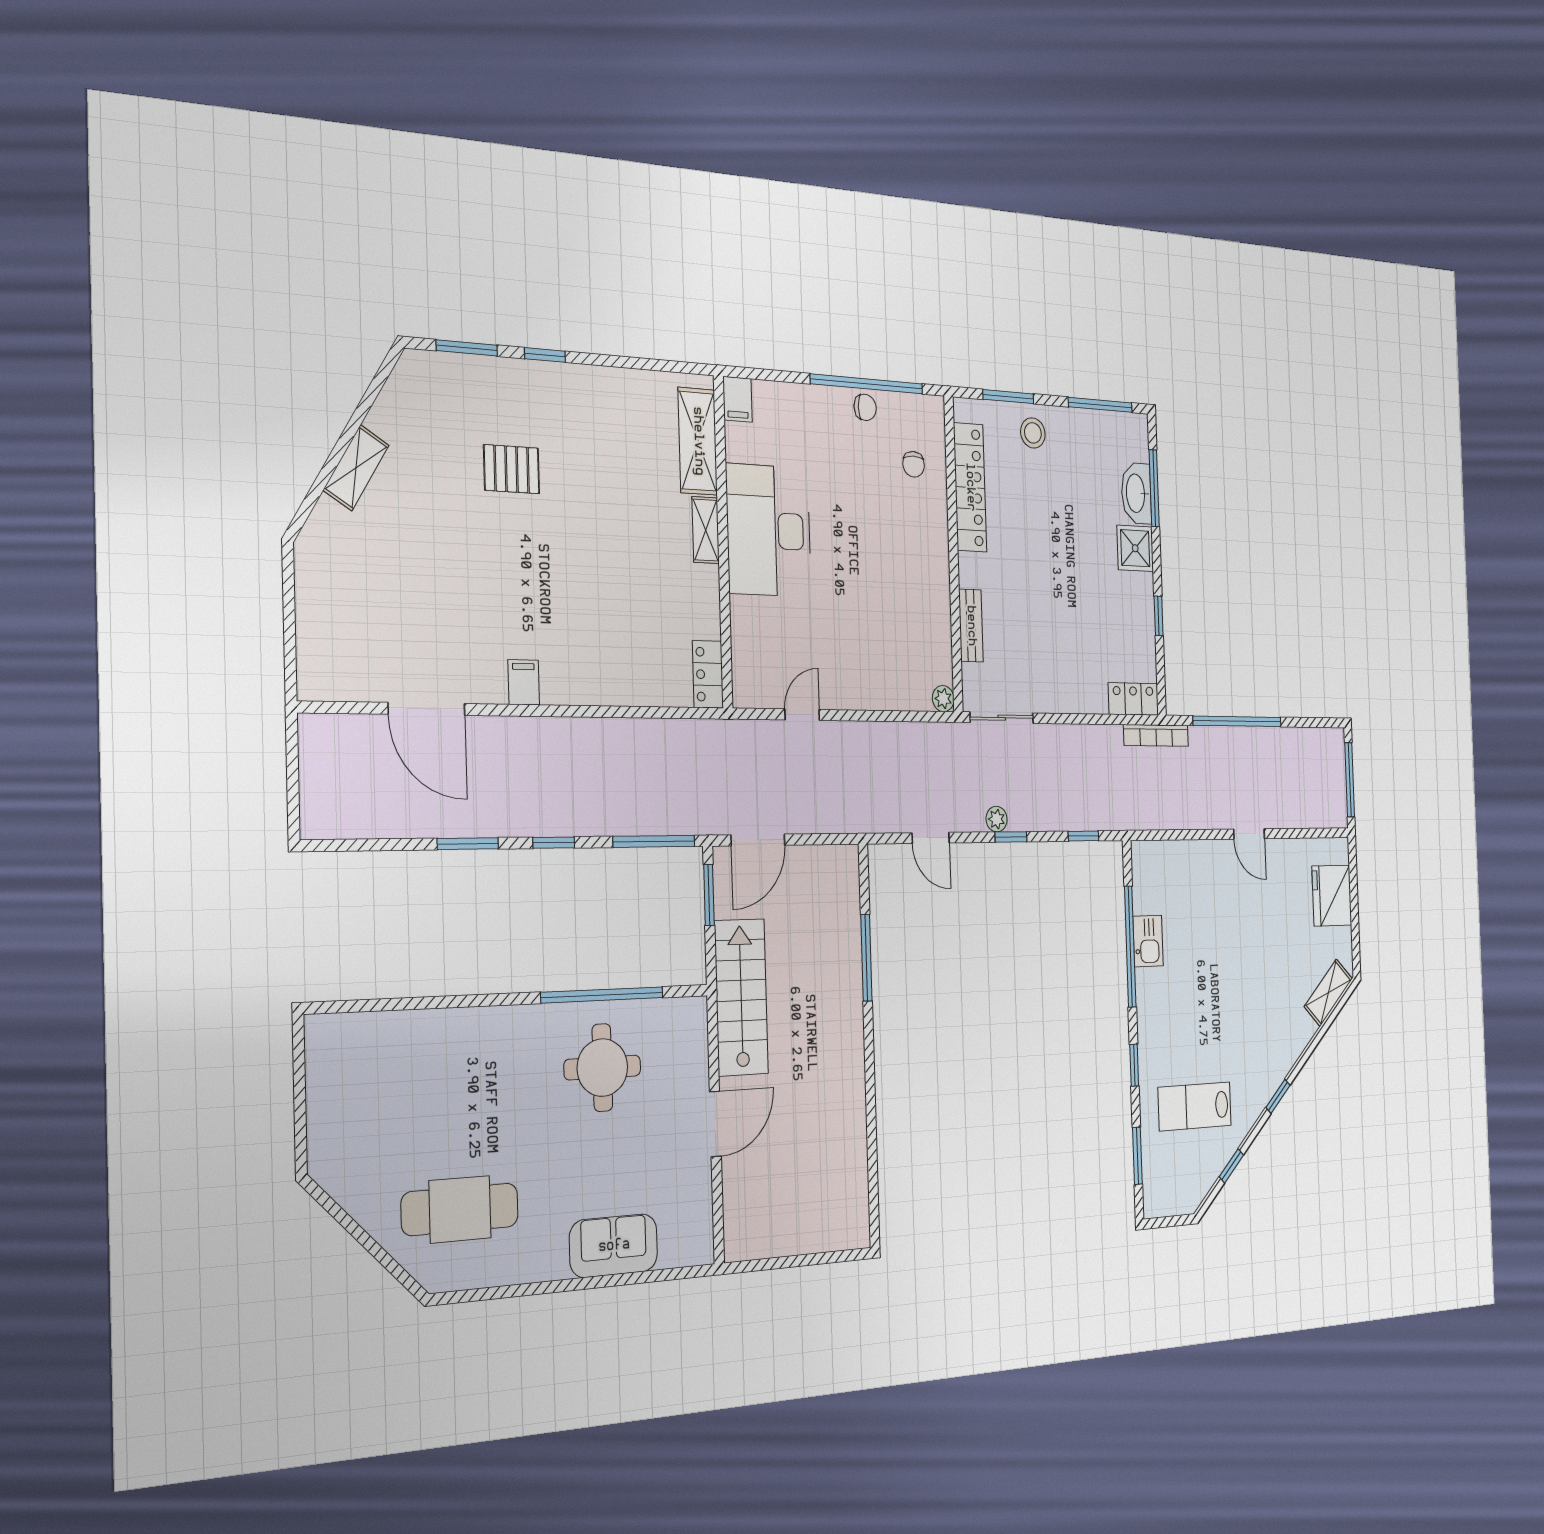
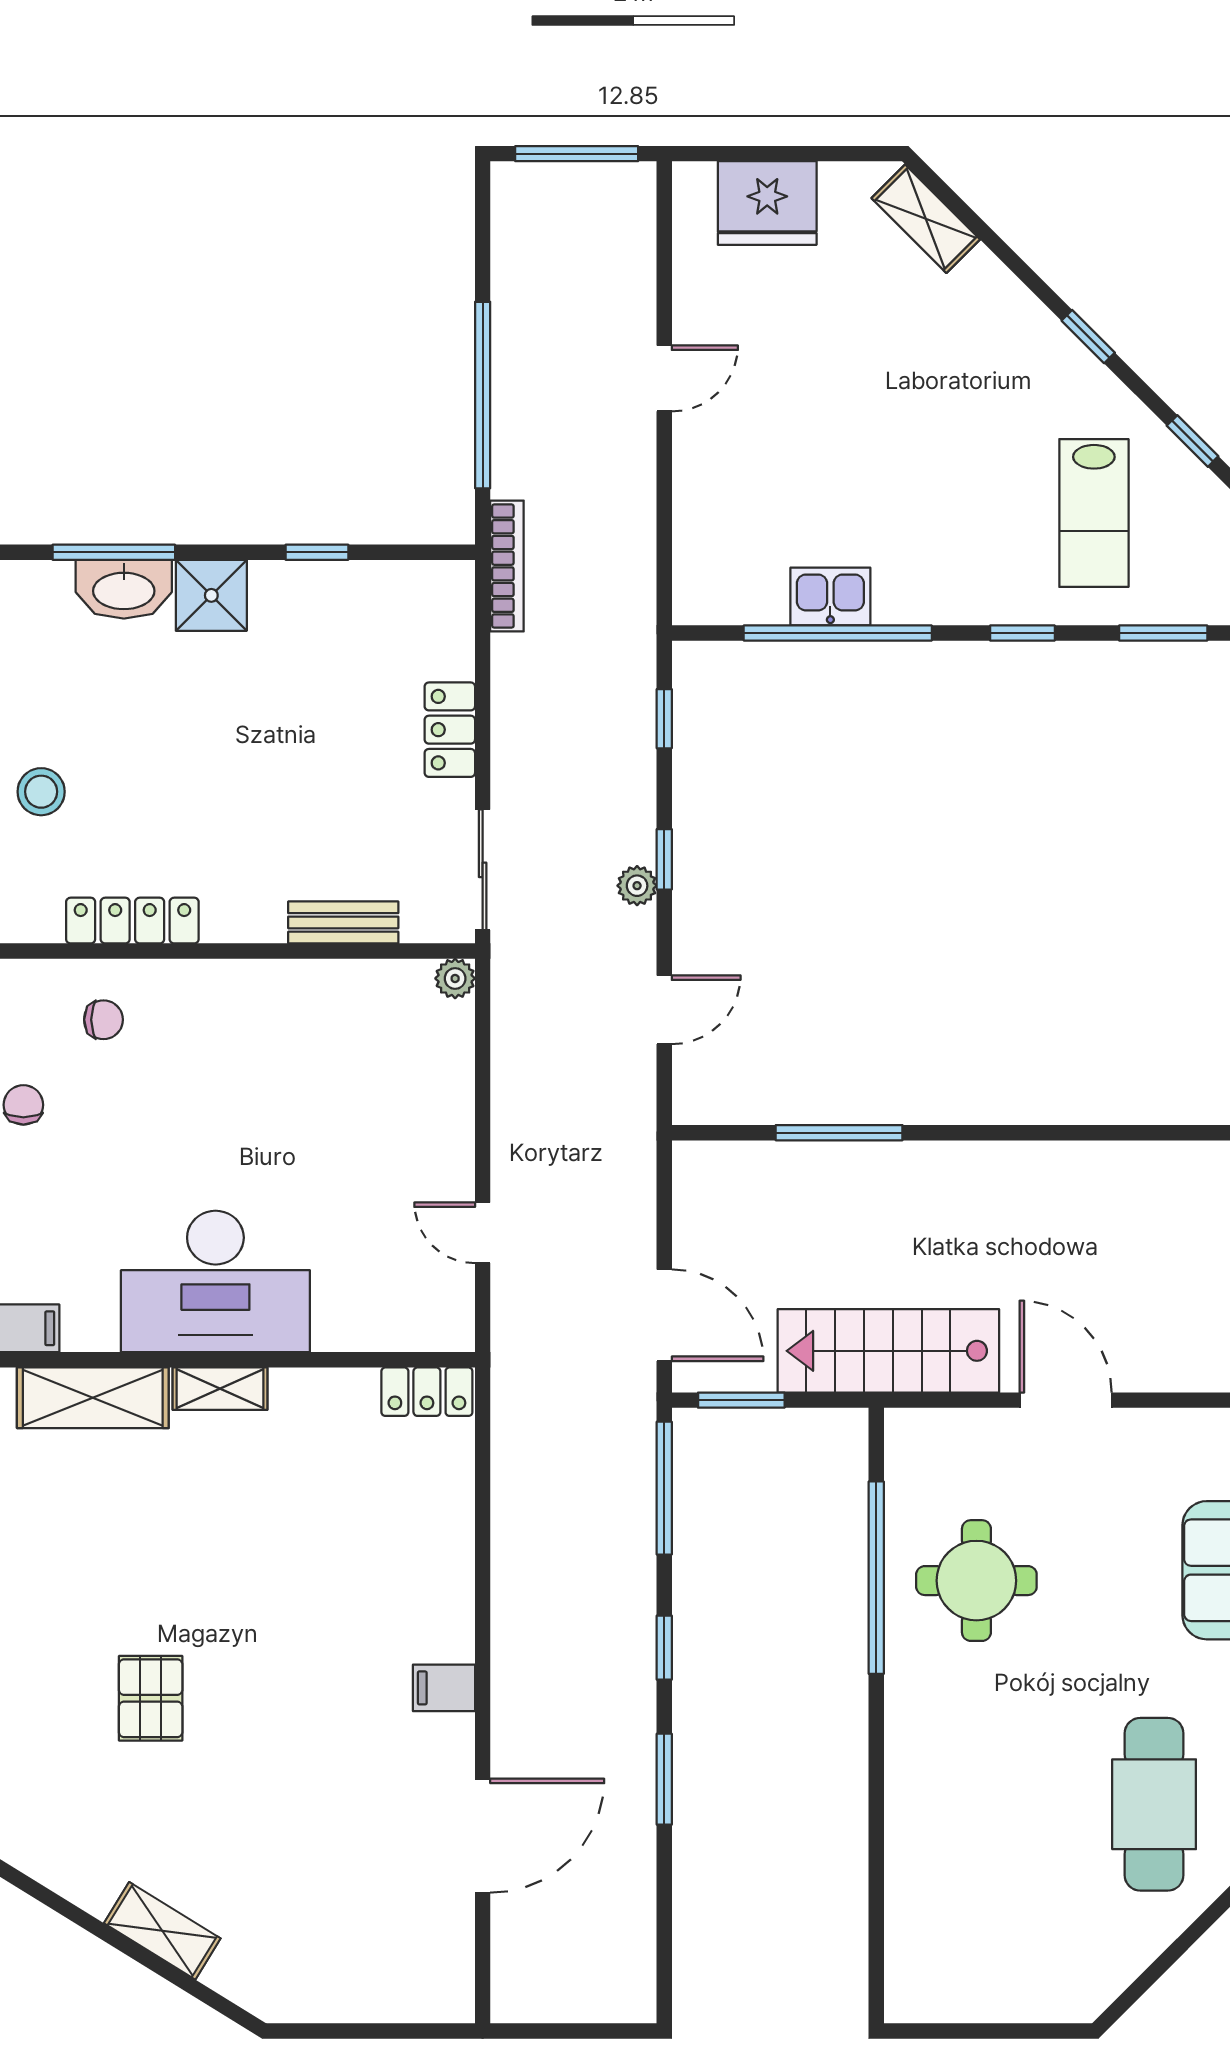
locker: (970, 487) -> (132, 921), width x0.71, depth x0.83
locker: (1133, 699) -> (450, 730), moved

